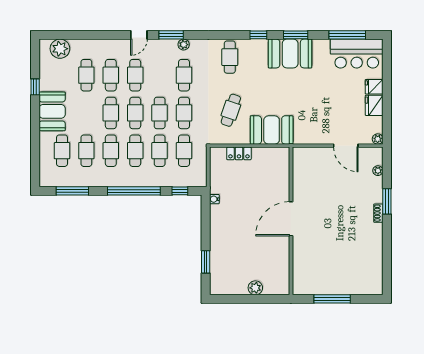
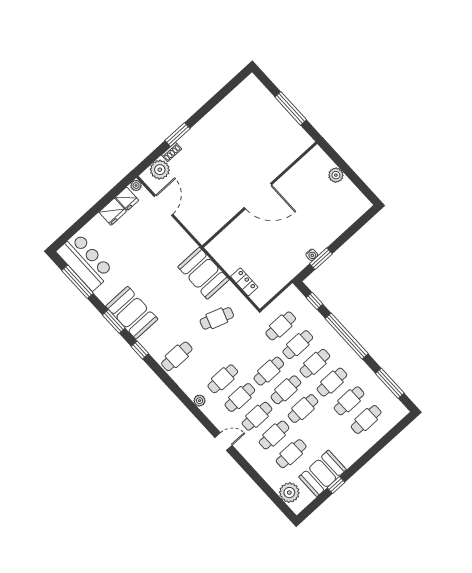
window: (171, 35) -> (201, 417), removed
fridge: (374, 87) -> (127, 199), moved
booth: (52, 111) -> (323, 473), moved
cafe table: (184, 113) -> (240, 398), moved
plant: (378, 171) -> (160, 170), width x1.88, depth x1.88
water cooler: (214, 199) -> (312, 255), moved
shoe rack: (378, 213) -> (172, 152), moved
window: (206, 262) -> (321, 259), moved

